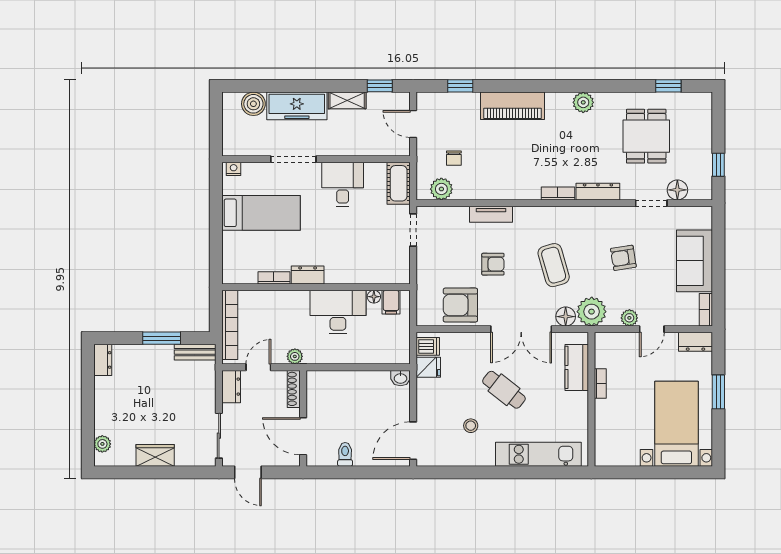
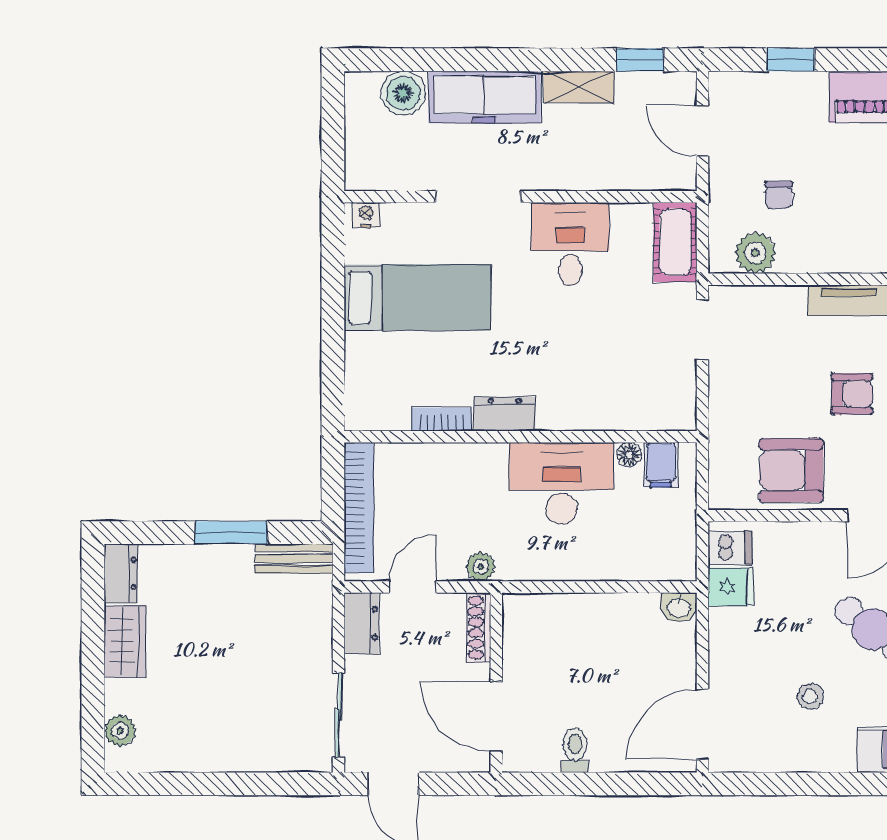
wardrobe: (155, 455) -> (125, 641), moved, turned 90

